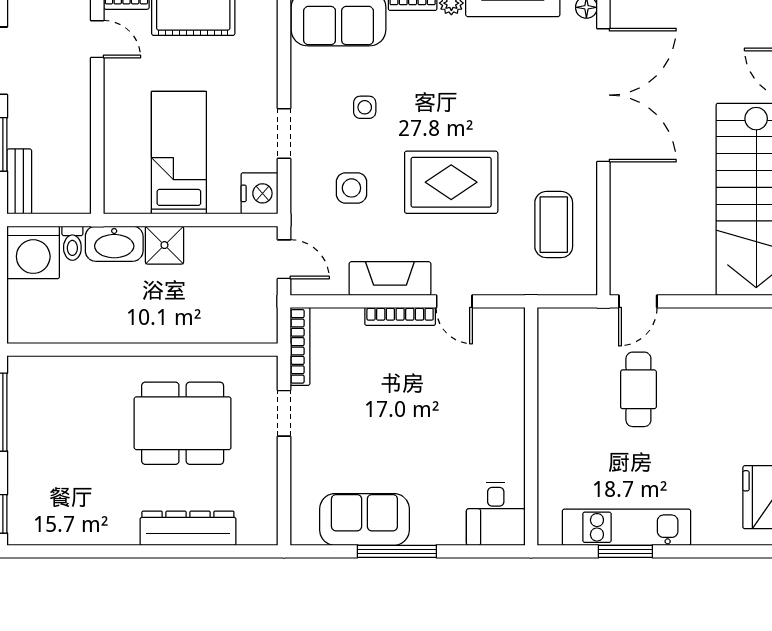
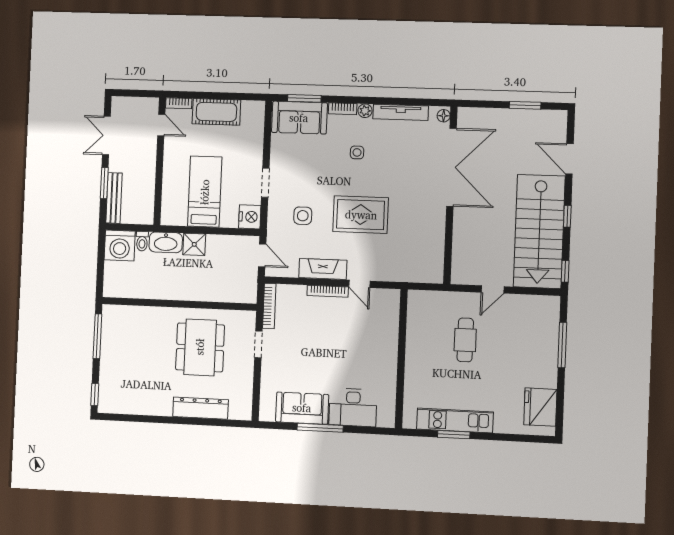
side table: (365, 107) -> (357, 152), moved
bench: (19, 181) -> (114, 198), width x1.36
coffee table: (554, 225) -> (419, 242), removed
door: (638, 301) -> (493, 289), moved
dining table: (183, 423) -> (200, 347), turned 90
desk: (496, 514) -> (353, 407), moved, width x1.37

